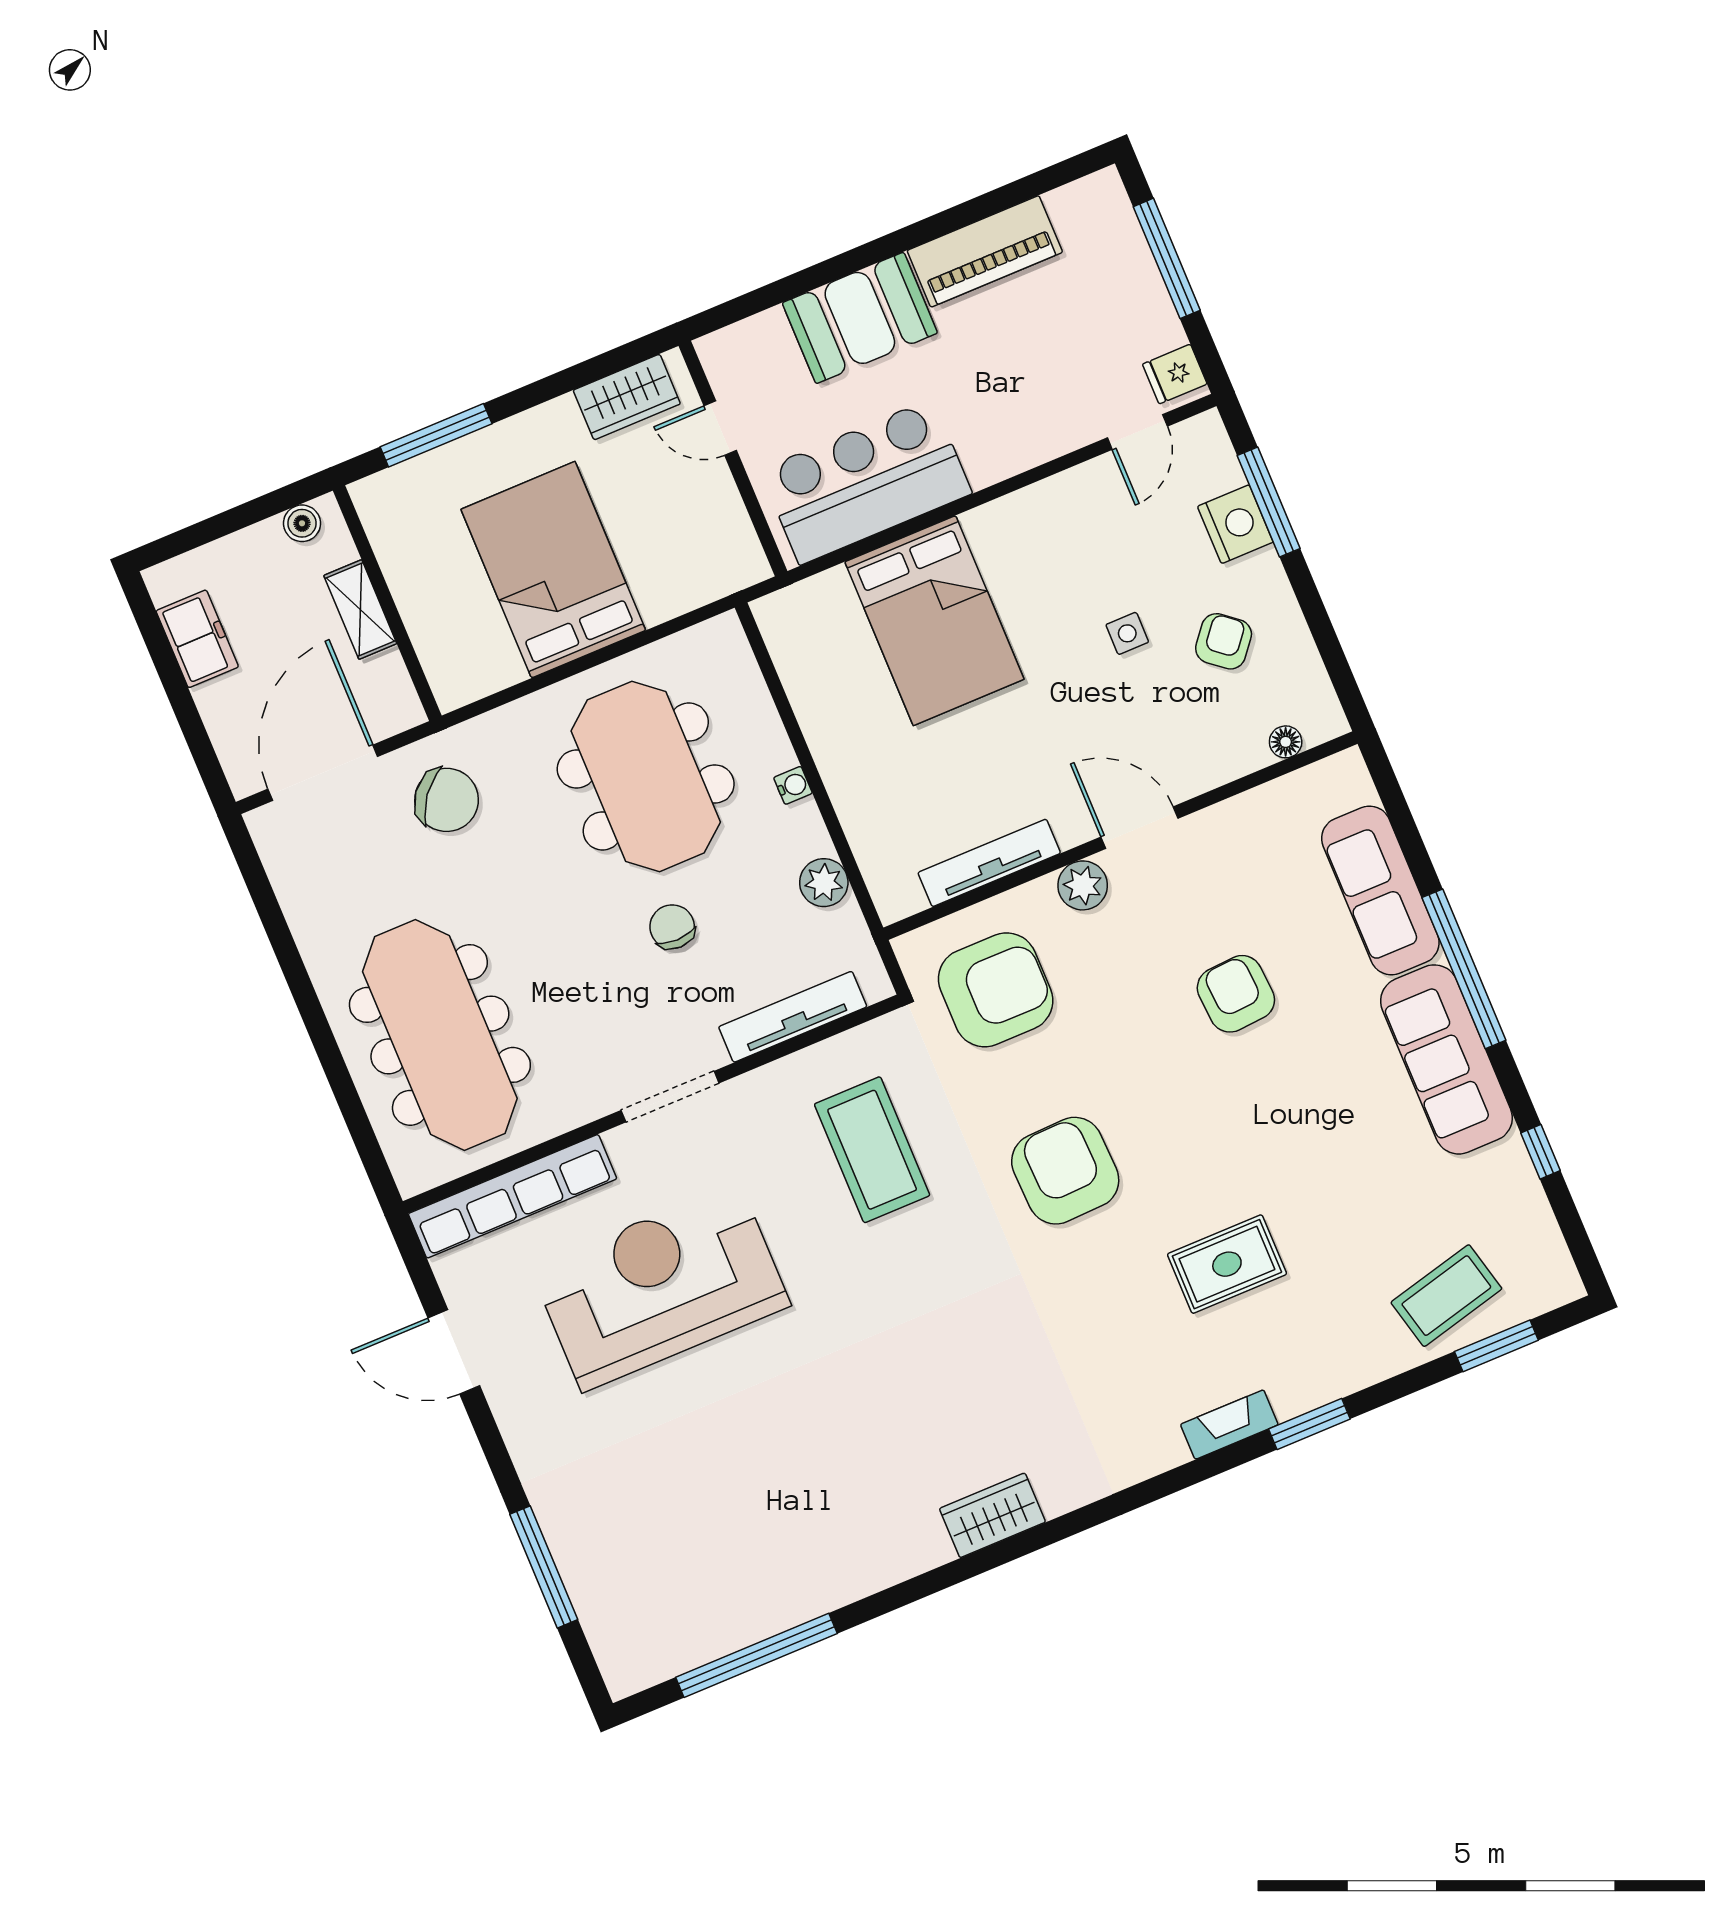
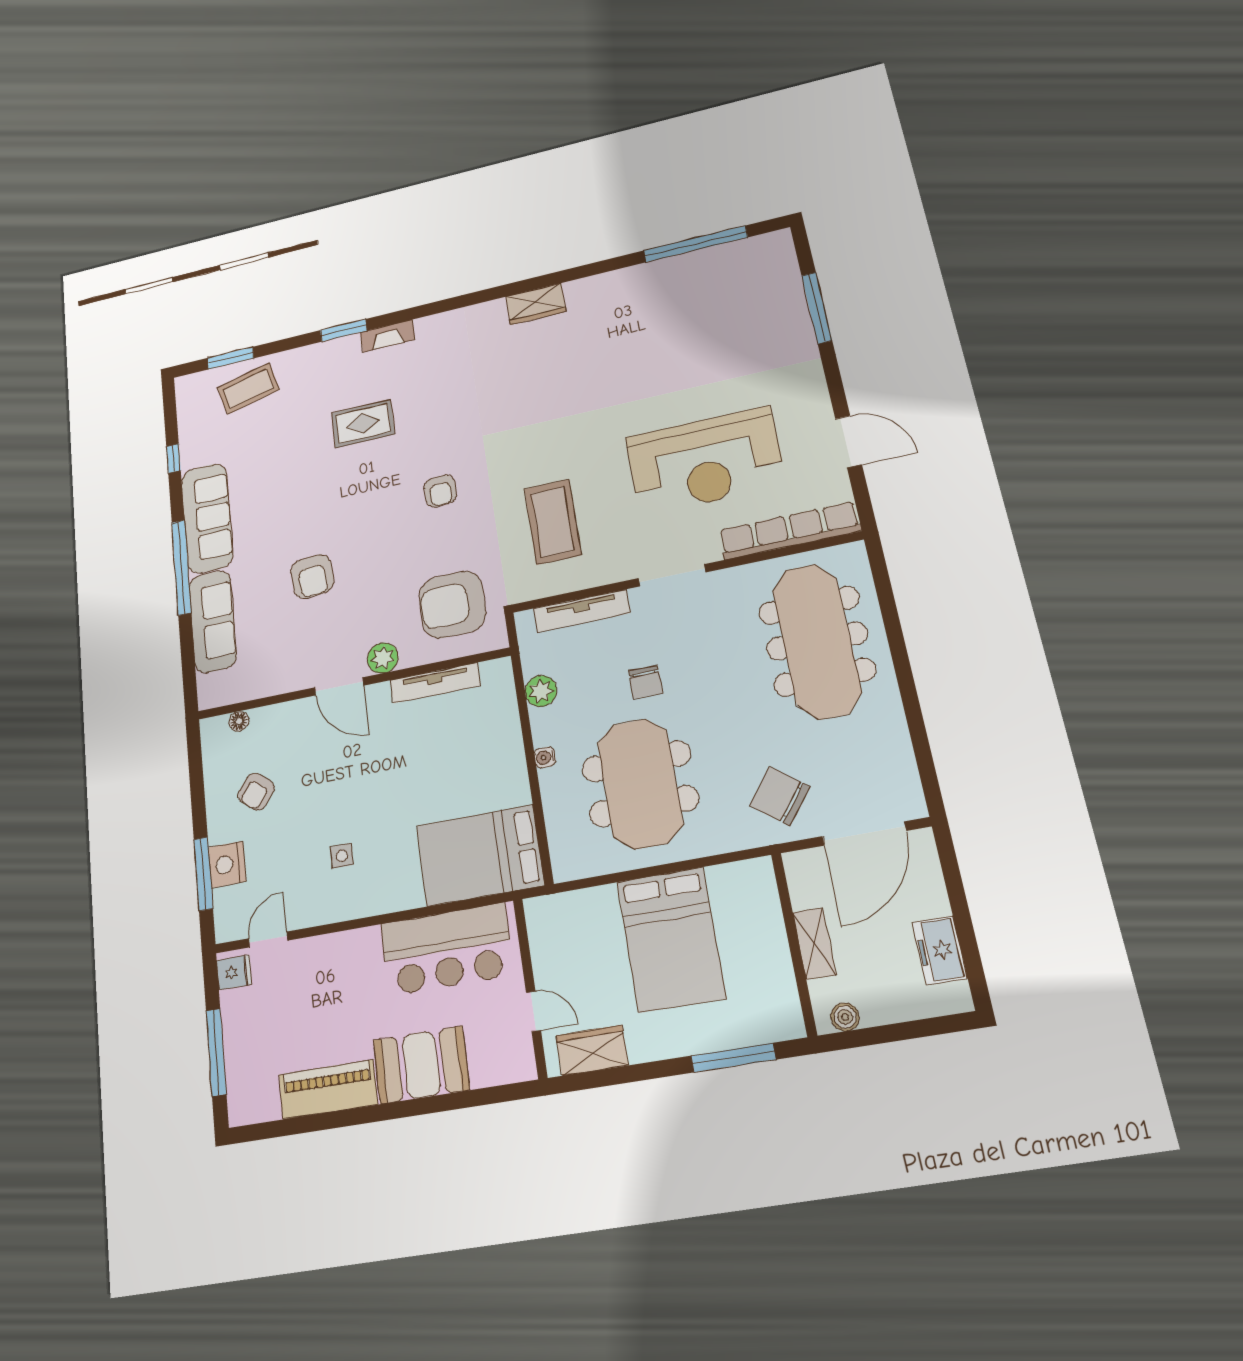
bed: (934, 621) -> (480, 855), moved, turned -90
side table: (1127, 633) -> (342, 856), moved
armchair: (1065, 1171) -> (440, 491), width x0.53, depth x0.53

